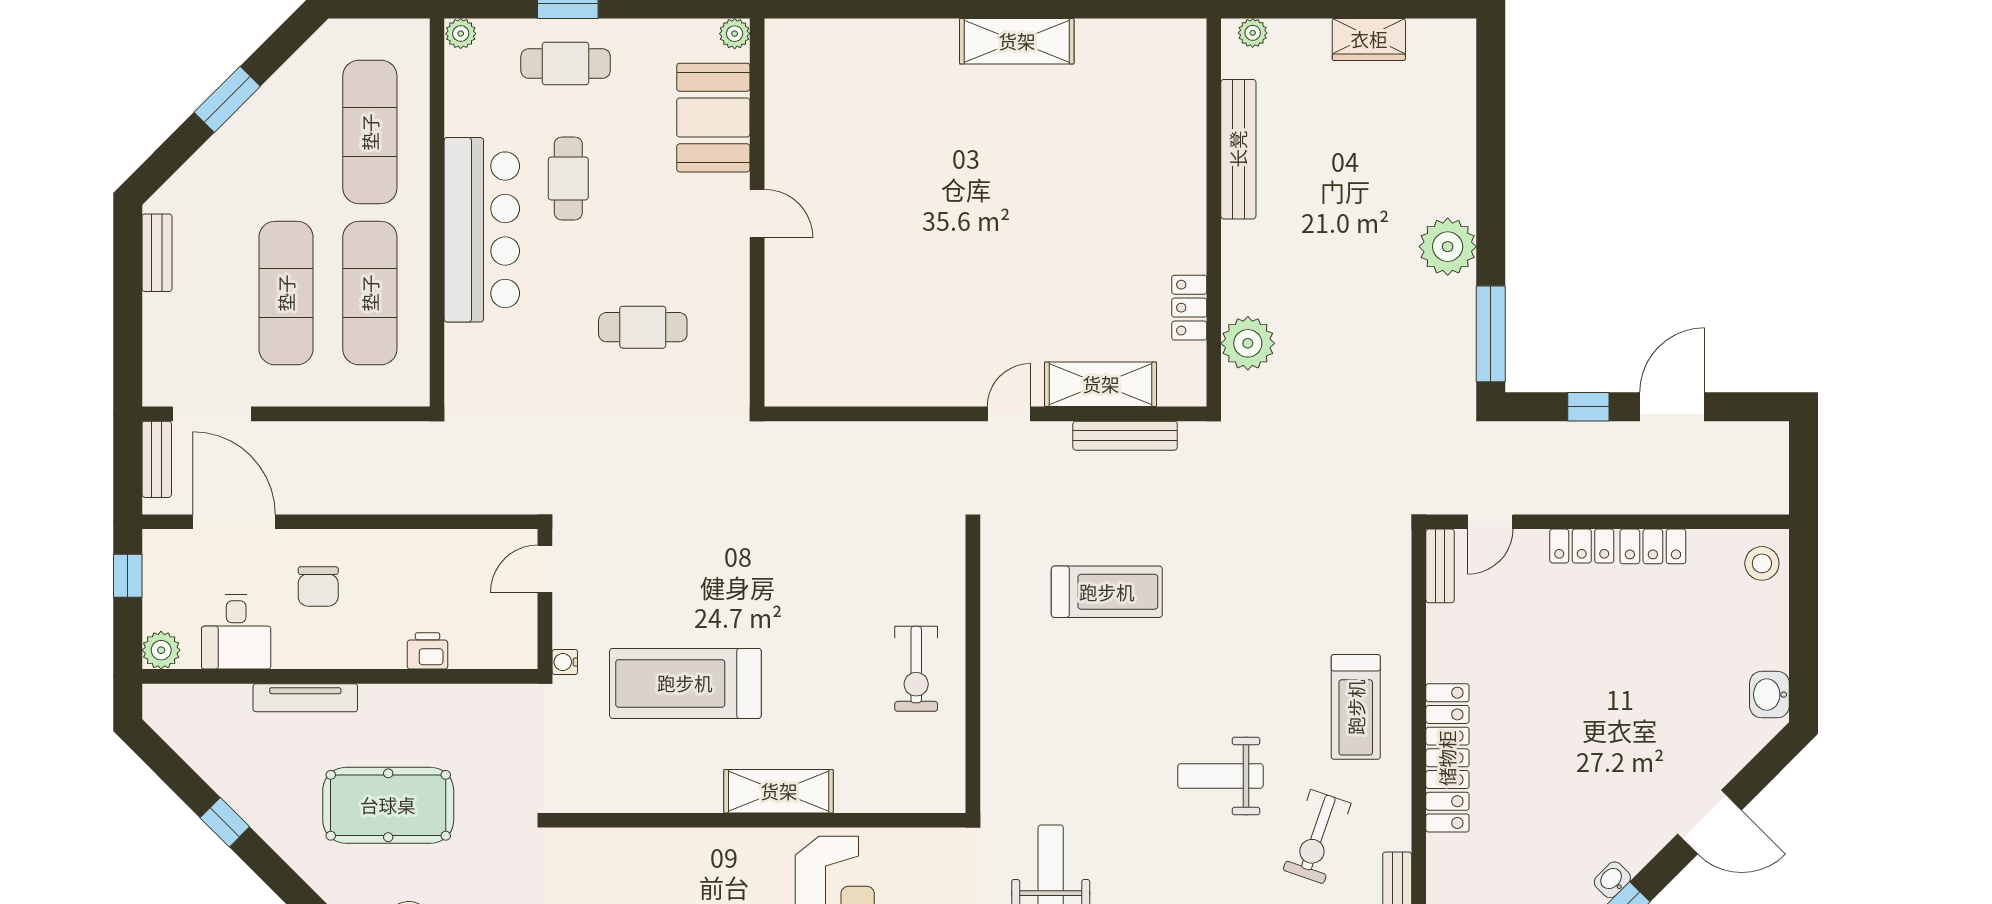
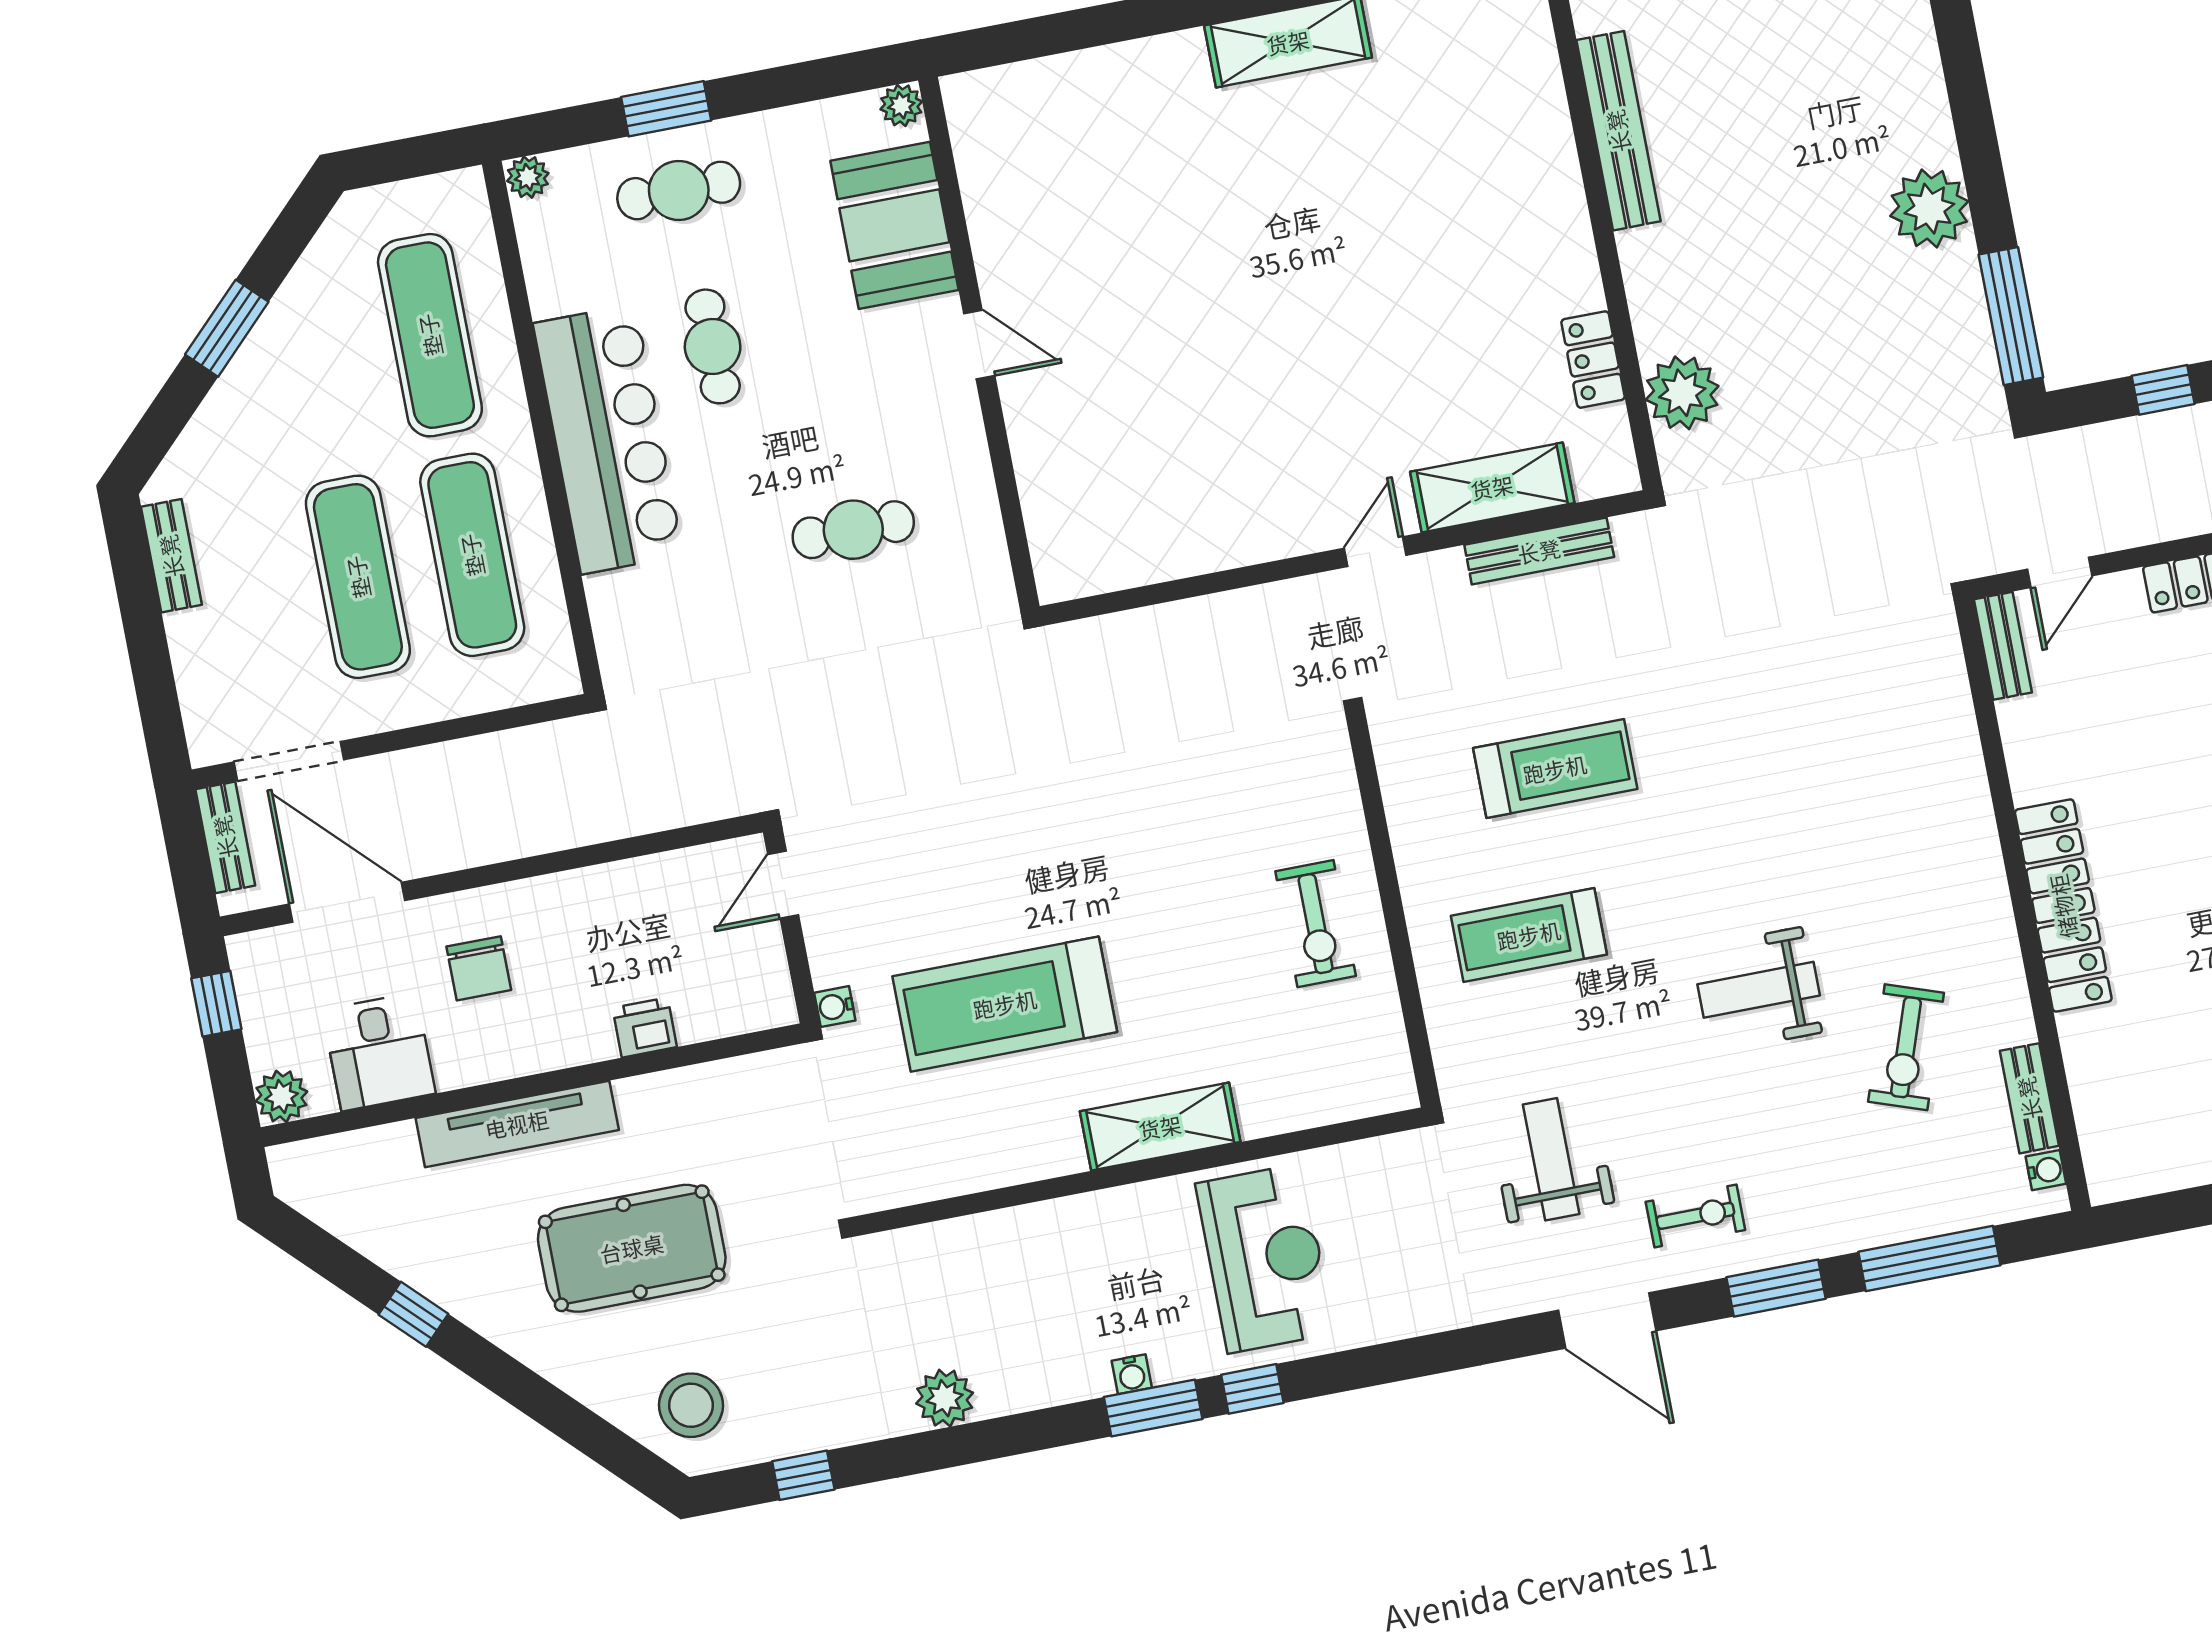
tv unit: (305, 698) -> (517, 1124), width x1.36, depth x1.29
treadmill: (1356, 707) -> (1529, 935), moved, turned 90

